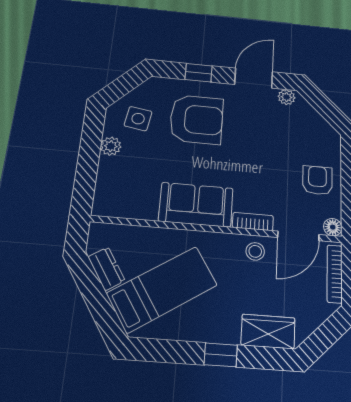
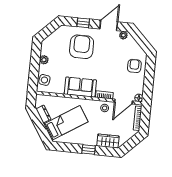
side table: (138, 119) -> (44, 80), moved
armchair: (196, 119) -> (82, 47), turned -90
armchair: (317, 180) -> (134, 66), moved

